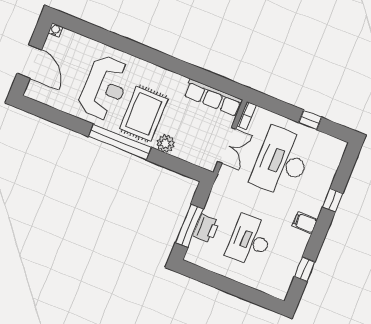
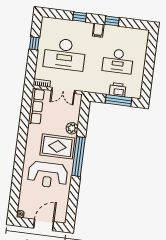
reception desk: (104, 88) -> (48, 175), turned 180
double door: (227, 145) -> (63, 90), swing flipped
window: (305, 269) -> (112, 21), moved

